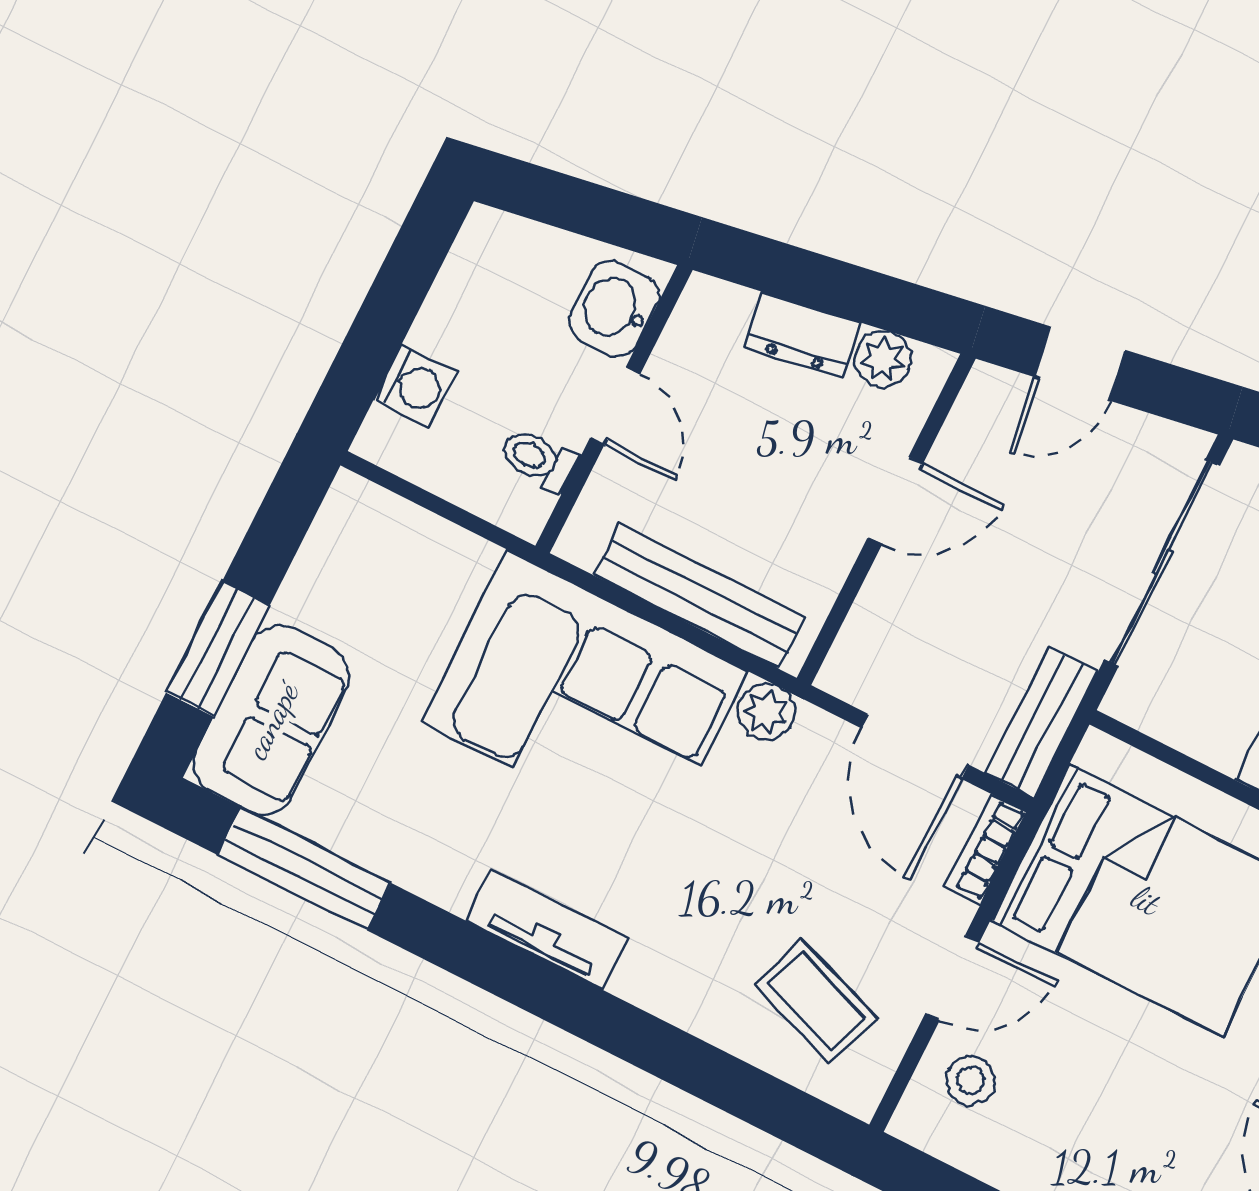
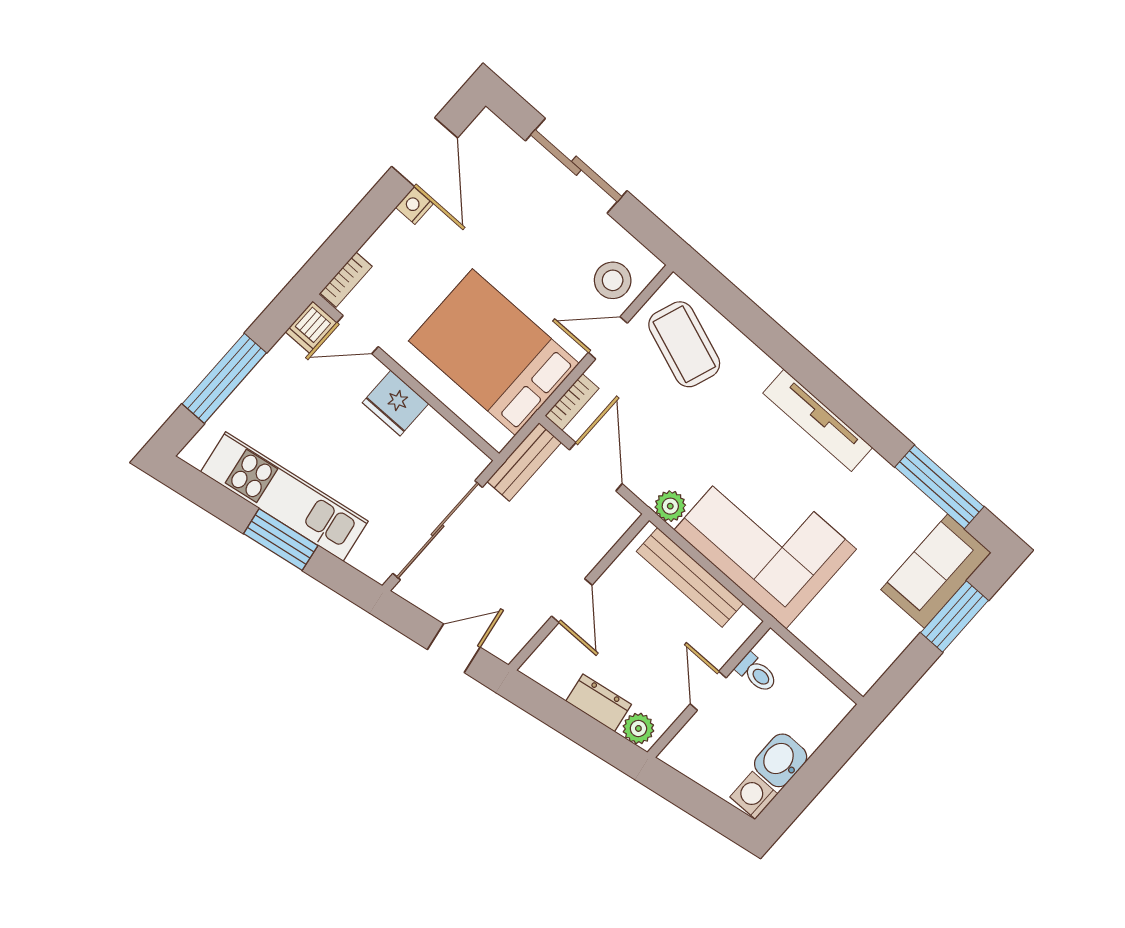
washbasin: (614, 309) -> (781, 760), moved, turned 180
plant: (883, 359) -> (638, 728), moved
washing machine: (415, 386) -> (754, 795), moved
door: (895, 501) -> (572, 601), swing flipped
tv unit: (547, 929) -> (818, 420), width x1.41
coffee table: (816, 1001) -> (684, 344), width x1.36, depth x1.30
stool: (971, 1080) -> (613, 280), width x1.37, depth x1.37

